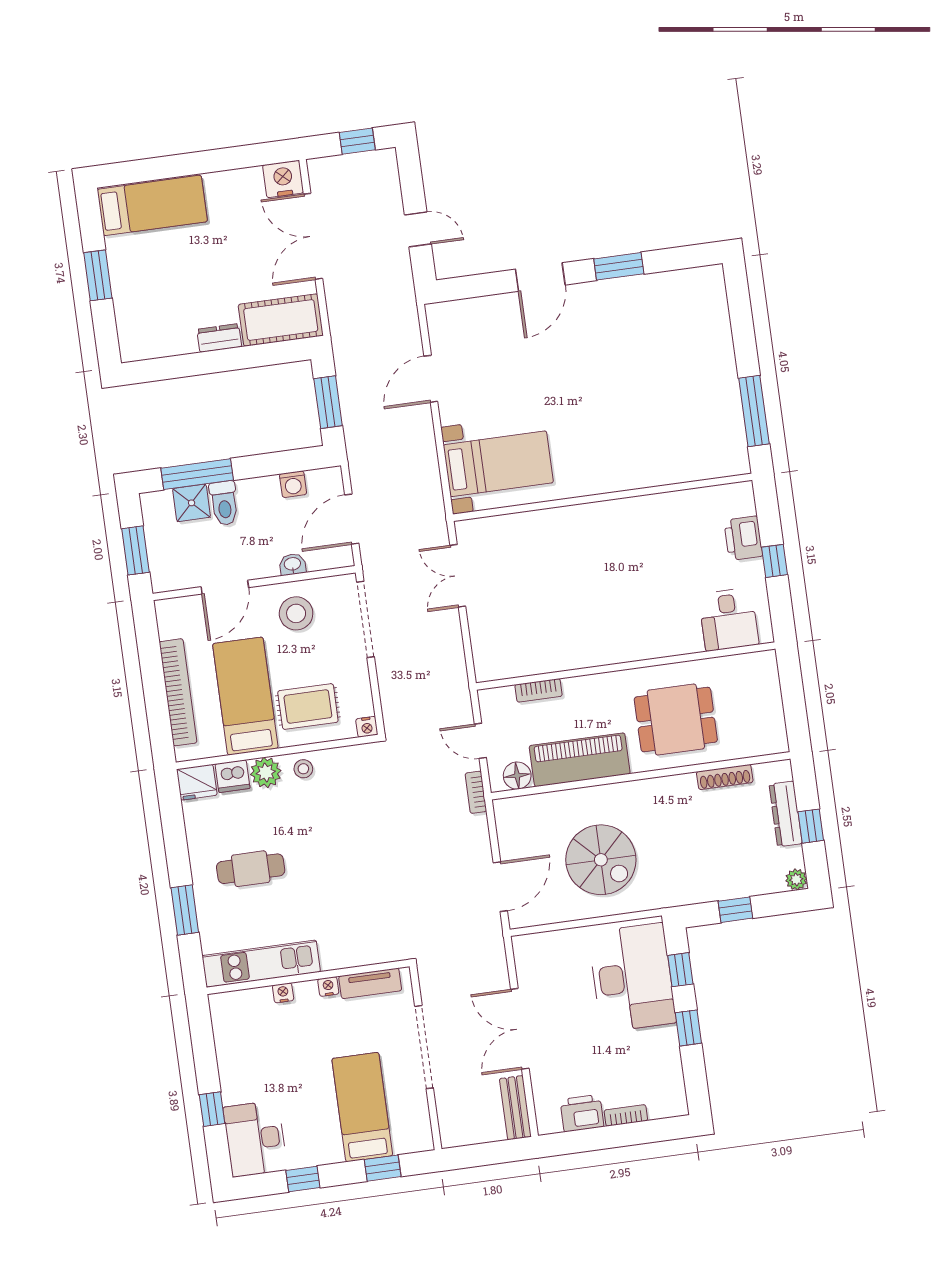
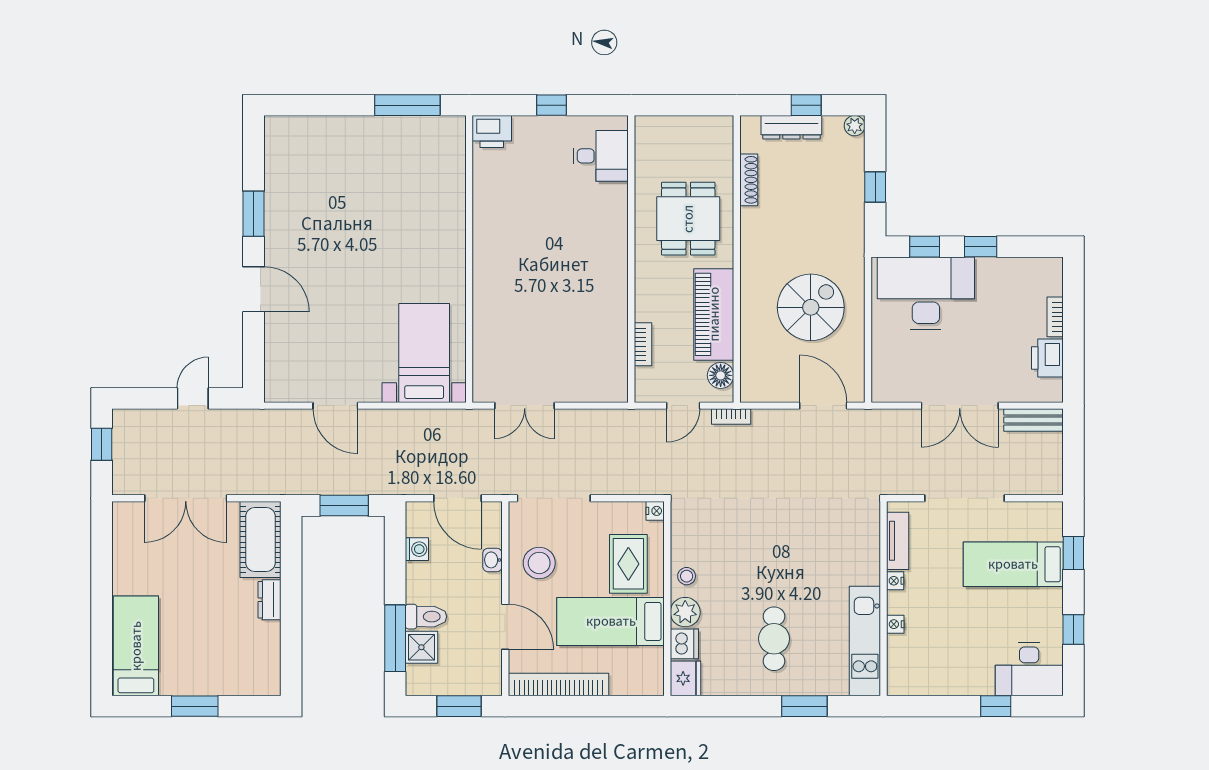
nightstand: (283, 179) -> (128, 519), removed
printer: (743, 538) -> (492, 132), moved
bookcase: (178, 692) -> (559, 684), moved

